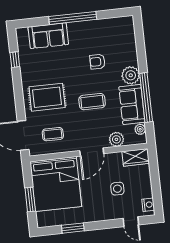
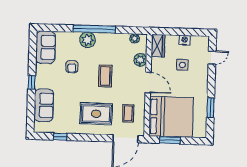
window: (73, 18) -> (32, 82), width x0.32
rug: (47, 97) -> (96, 114), turned 90
window: (146, 98) -> (94, 29), moved
sofa: (132, 104) -> (46, 47), moved, turned -90
window: (30, 199) -> (170, 140), moved
nightstand: (148, 205) -> (185, 40), moved

